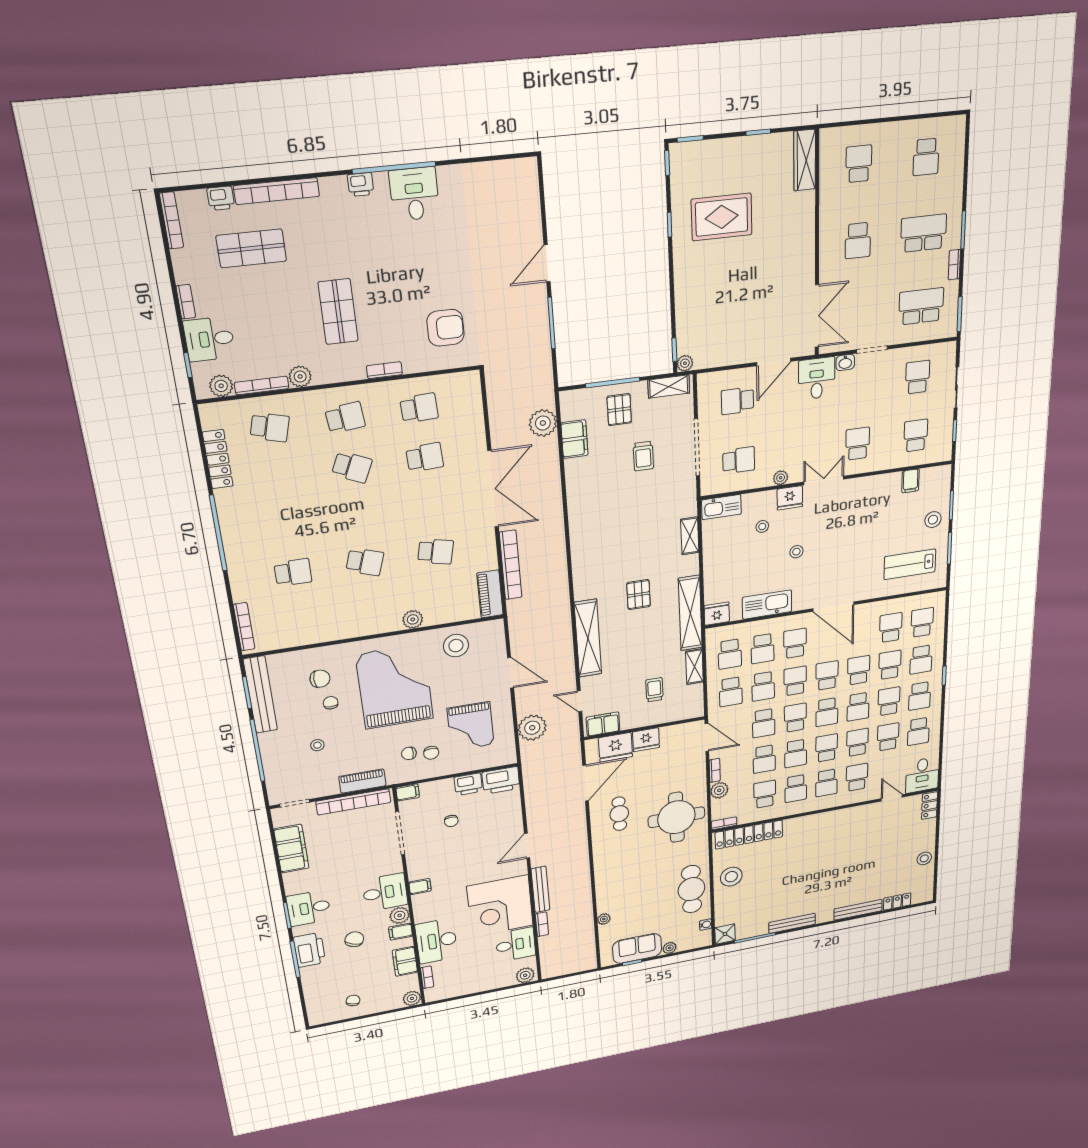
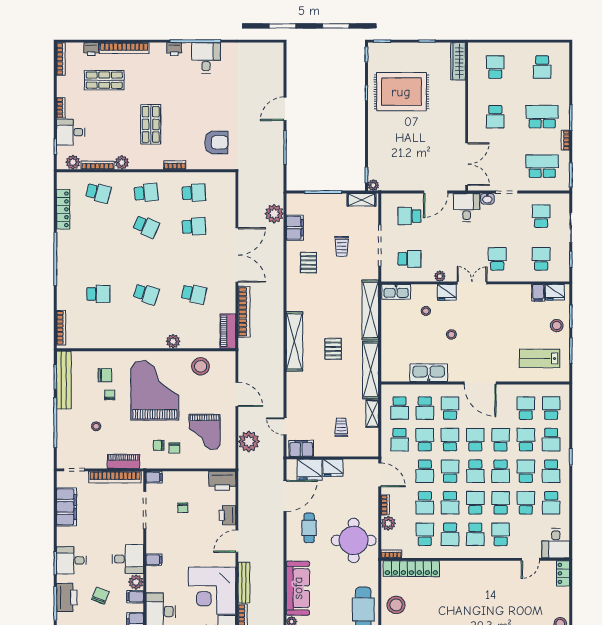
rug: (722, 217) -> (401, 92), width x1.37, depth x1.44
pallet: (619, 410) -> (308, 263), moved
shelving: (690, 536) -> (370, 310), width x2.20, depth x1.33
fridge: (717, 614) -> (555, 292), moved, turned 180
shelving: (588, 638) -> (294, 341), moved
school desk: (763, 686) -> (425, 440), turned 180
printer: (468, 784) -> (228, 515), moved, turned 90
door: (892, 798) -> (530, 559), swing flipped
sofa: (609, 882) -> (298, 588), added

